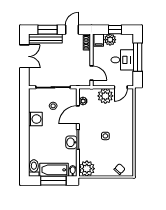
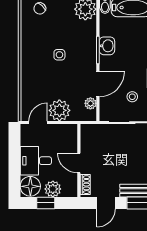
filing cabinet: (99, 40) -> (69, 188), removed
floor lamp: (126, 42) -> (30, 186), added
window: (138, 57) -> (14, 165), removed
door: (91, 73) -> (79, 163), moved

